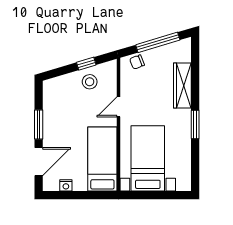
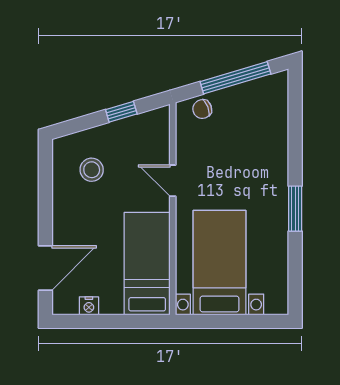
stool: (90, 82) -> (92, 170), moved
wardrobe: (182, 85) -> (275, 147), removed
door: (118, 107) -> (173, 181), hinge flipped
window: (39, 124) -> (45, 209), removed

